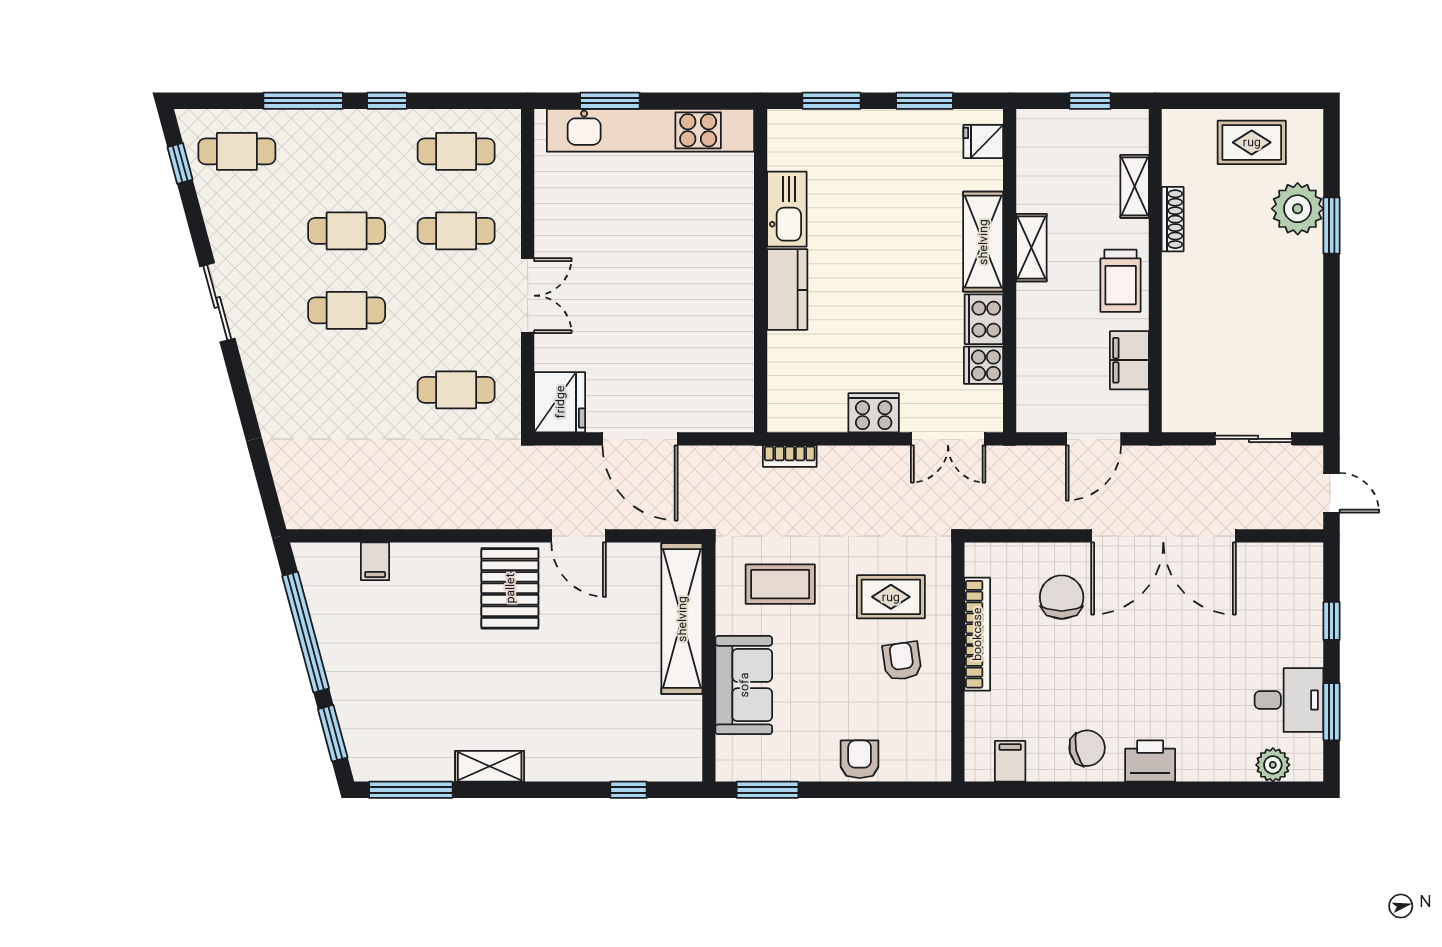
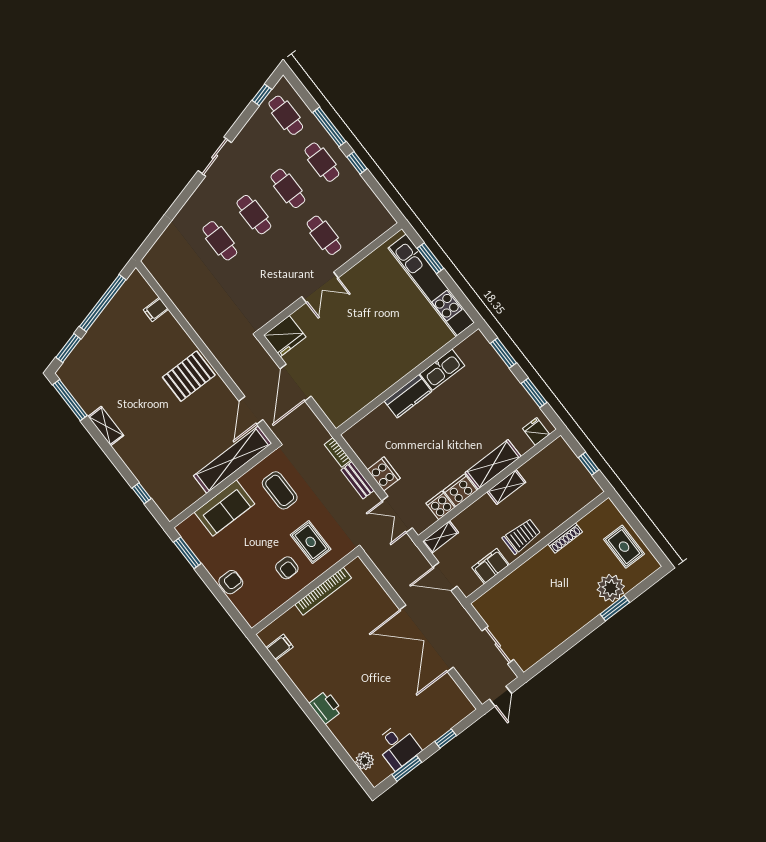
cafe table: (456, 151) -> (322, 162), moved
shelving: (1135, 186) -> (441, 537), moved
trolley: (1121, 281) -> (522, 536), turned 180
cafe table: (456, 390) -> (220, 241), moved
bench: (853, 458) -> (358, 480), added
door: (579, 536) -> (251, 410), moved
chair: (1062, 597) -> (367, 615), removed
armchair: (902, 661) -> (287, 568), turned 98
chair: (1087, 748) -> (311, 676), removed

